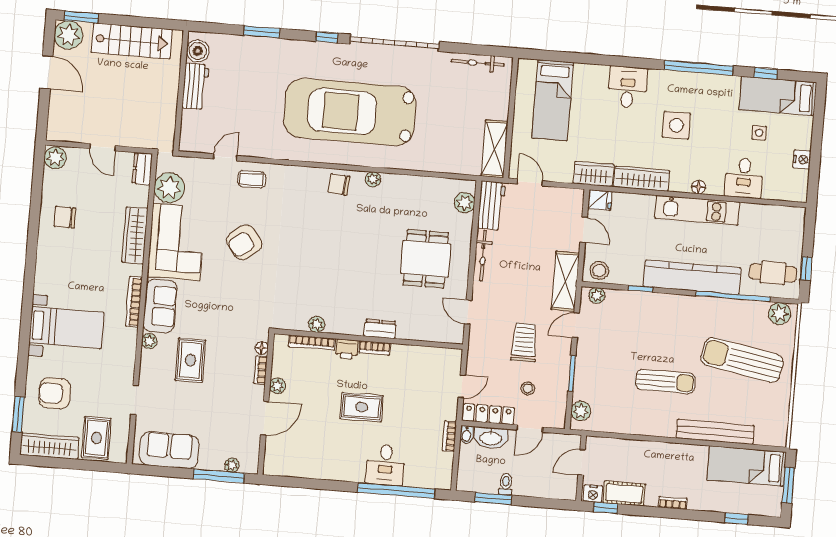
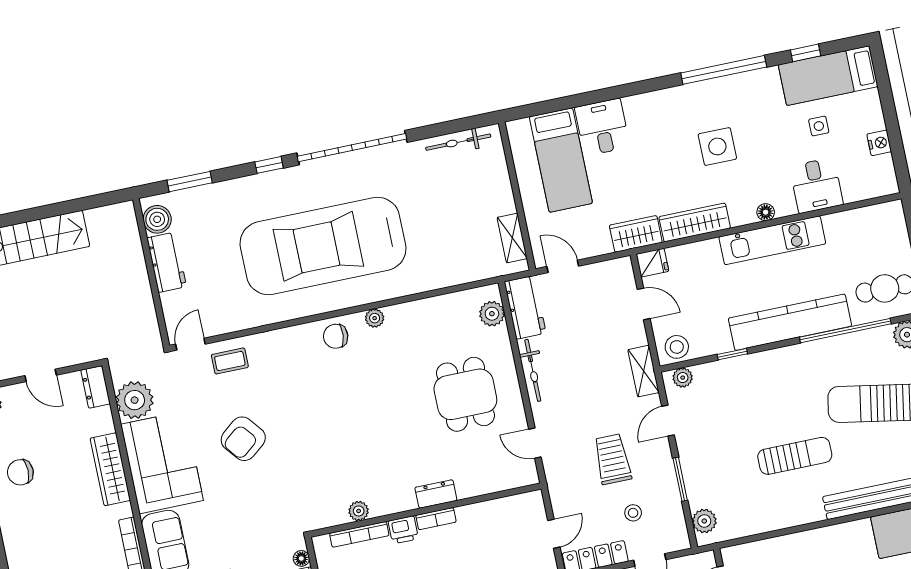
boiler: (198, 51) -> (157, 219), moved
workbench: (195, 86) -> (167, 262), moved
desk: (628, 87) -> (602, 127), moved
wall: (181, 91) -> (151, 273), moved
shelving: (495, 149) -> (512, 238), width x0.67, depth x0.75
shelving: (565, 281) -> (644, 371), width x0.67, depth x0.75

